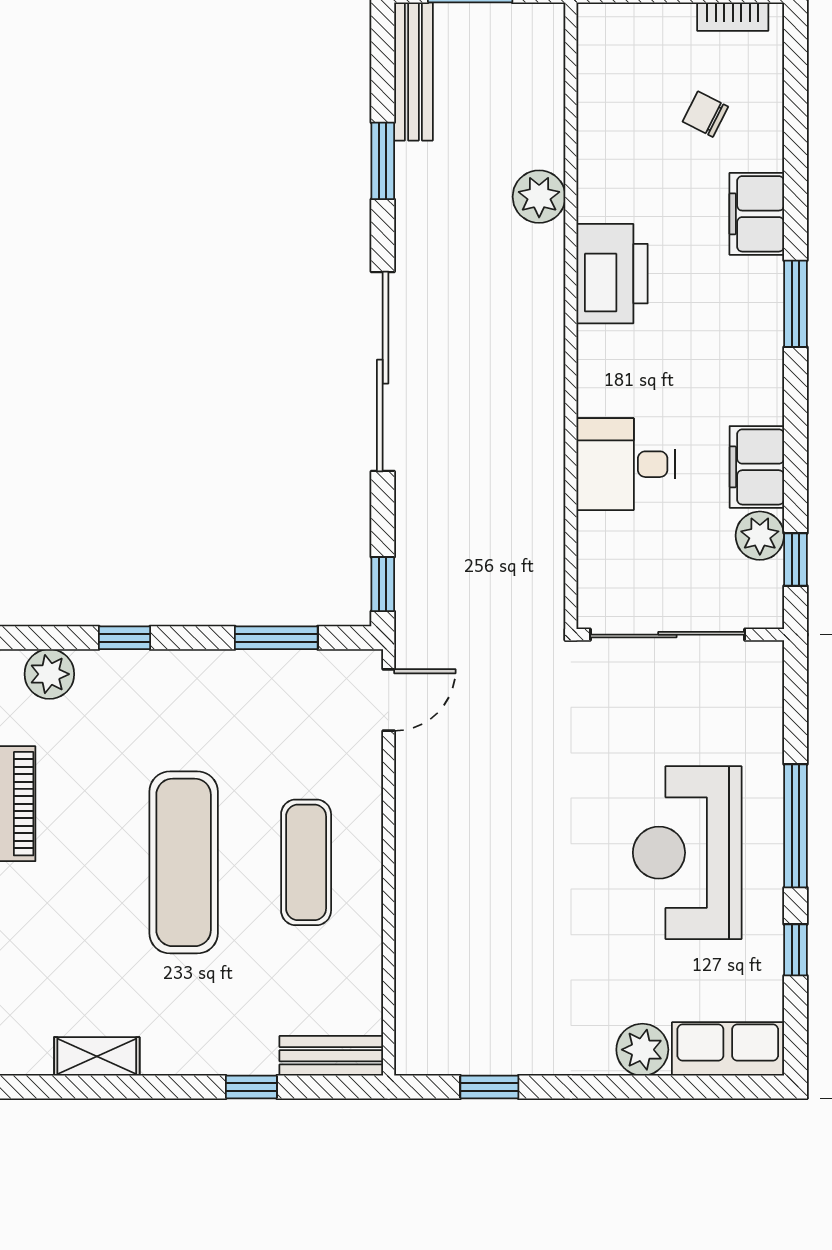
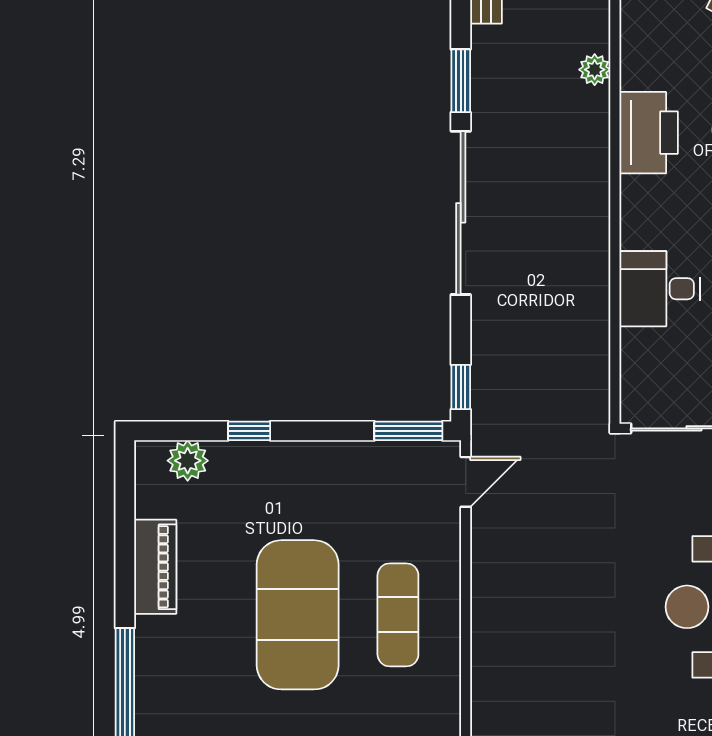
window: (383, 161) -> (461, 81), moved
plant: (539, 197) -> (595, 70), width x0.73, depth x0.73
window: (276, 638) -> (408, 431), moved
exercise mat: (184, 862) -> (298, 615), width x1.47

